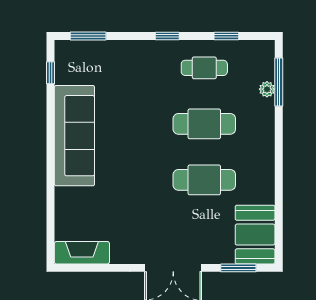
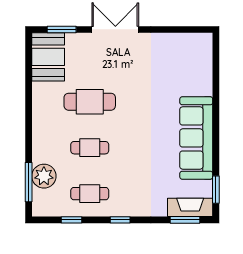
window: (51, 73) -> (216, 190), width x1.50
plant: (267, 89) -> (44, 176), width x1.88, depth x1.88
cafe table: (204, 124) -> (90, 148), width x0.73, depth x0.74
fireplace: (82, 253) -> (190, 207), moved, turned 180

